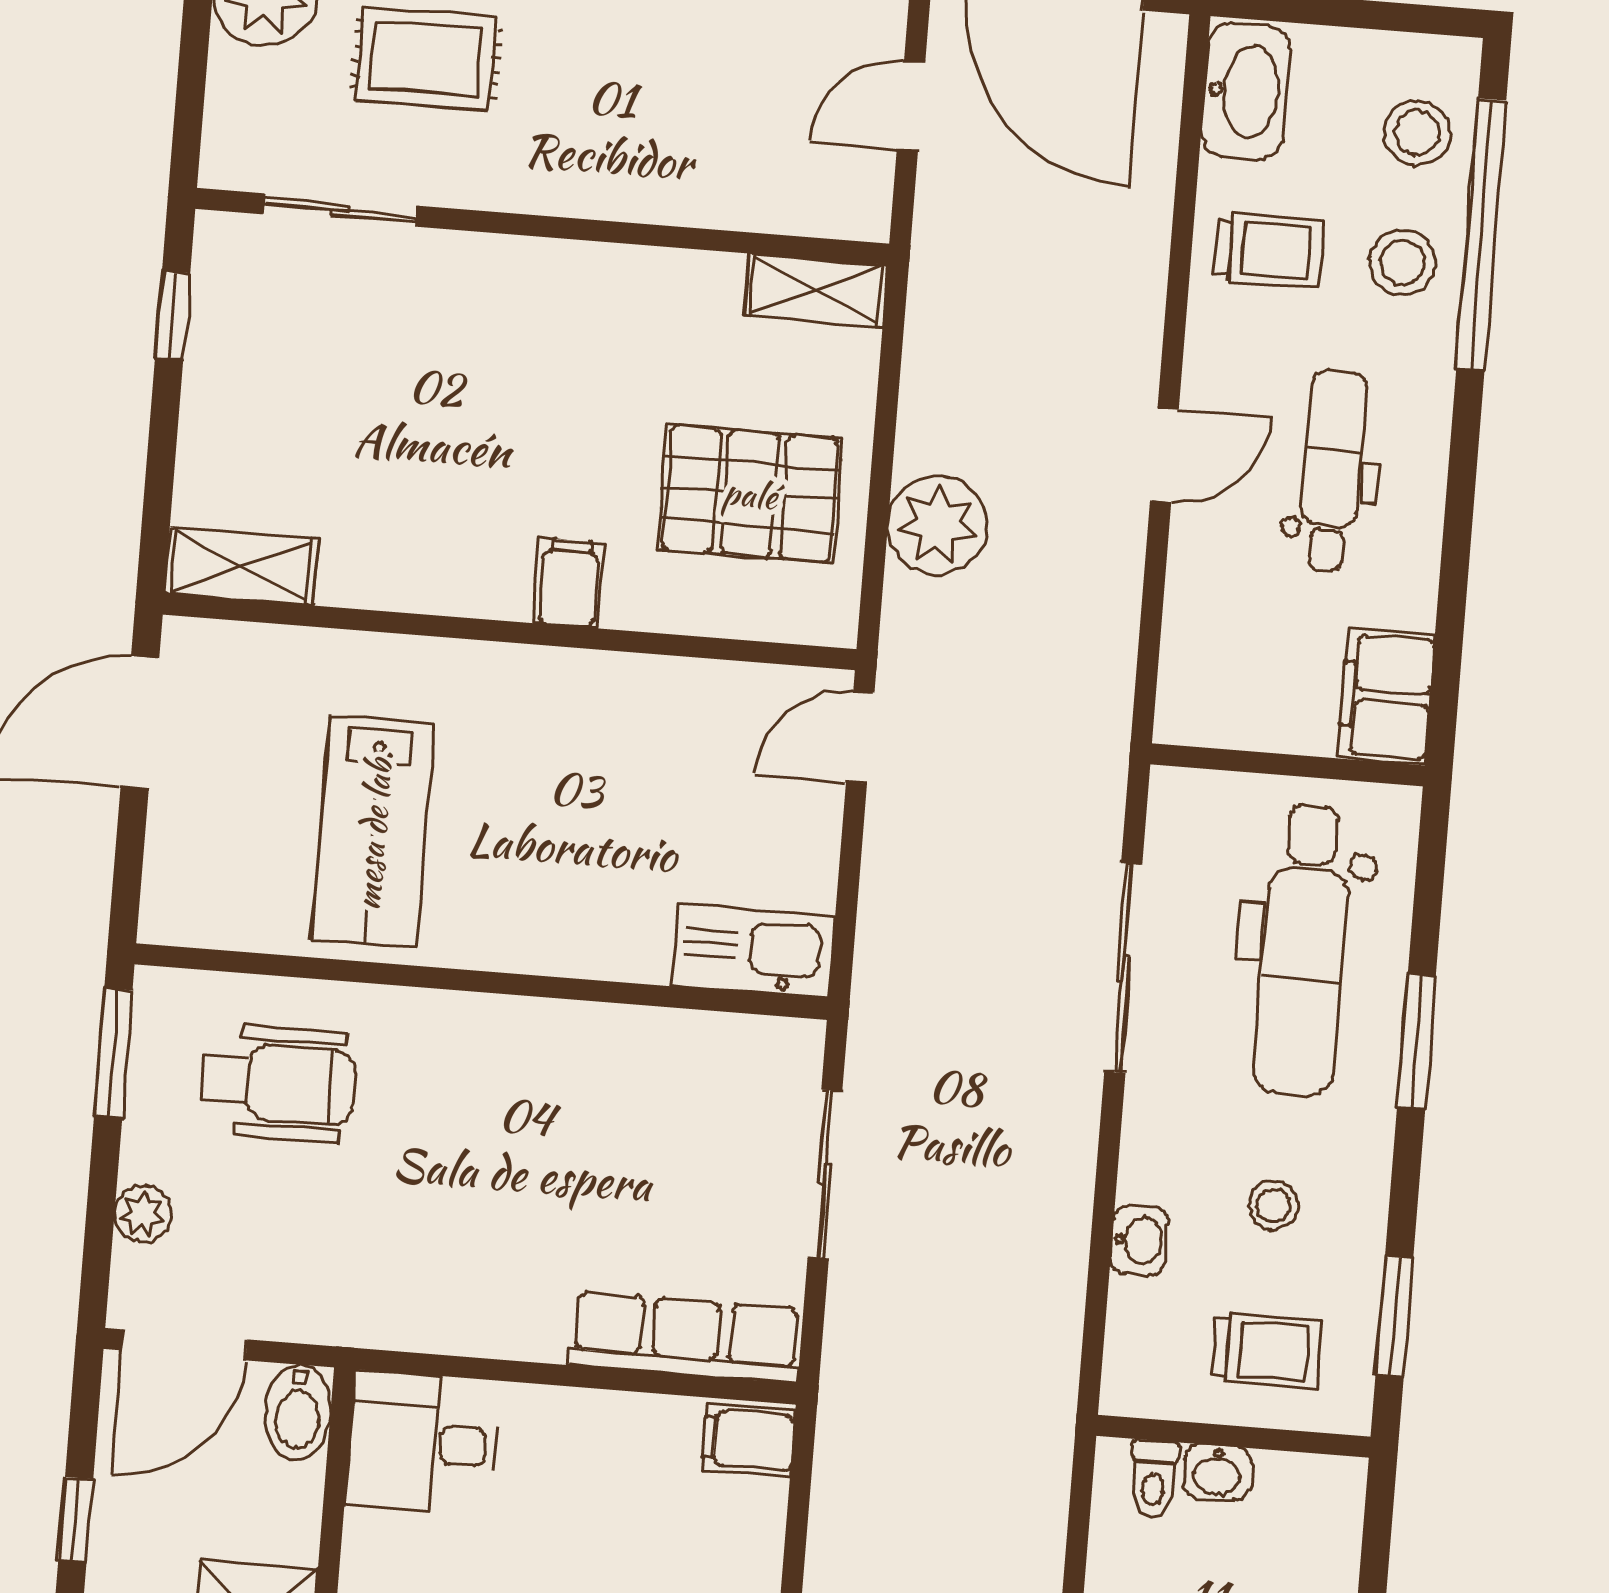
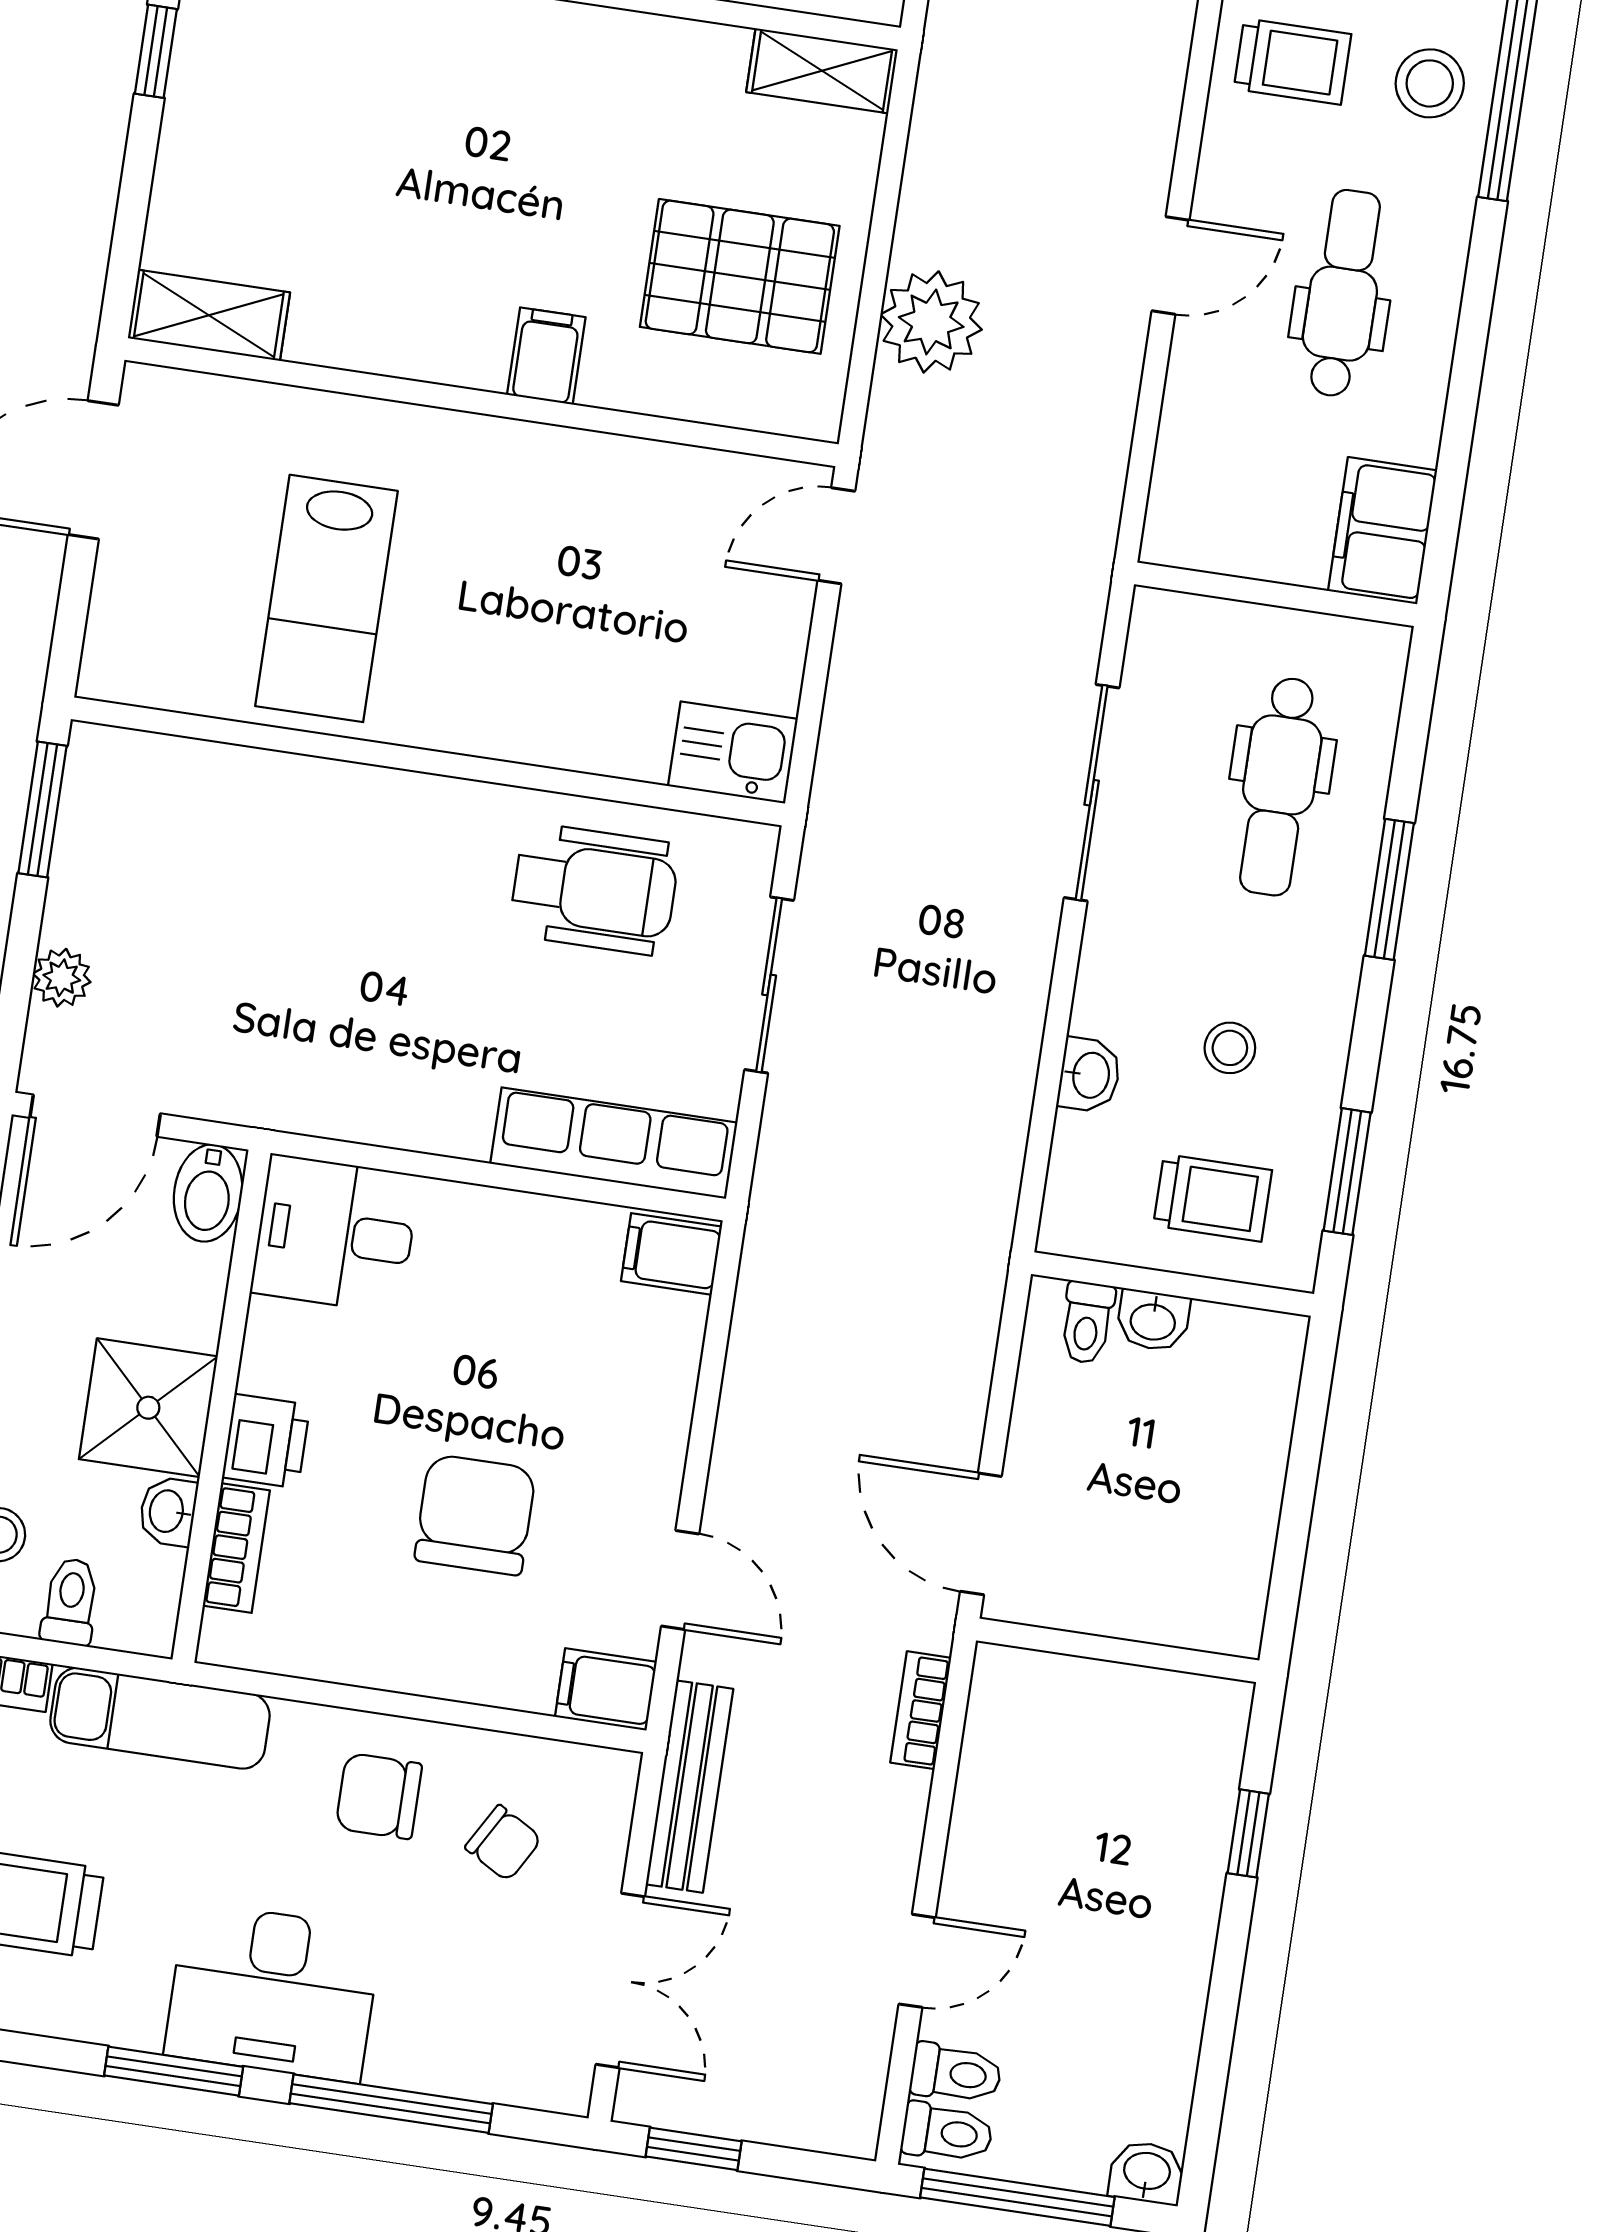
dental chair: (1303, 950) -> (1279, 786), width x0.73, depth x0.72
kitchen sink: (753, 951) -> (733, 753), width x0.73
wheelchair: (278, 1083) -> (594, 889), moved

